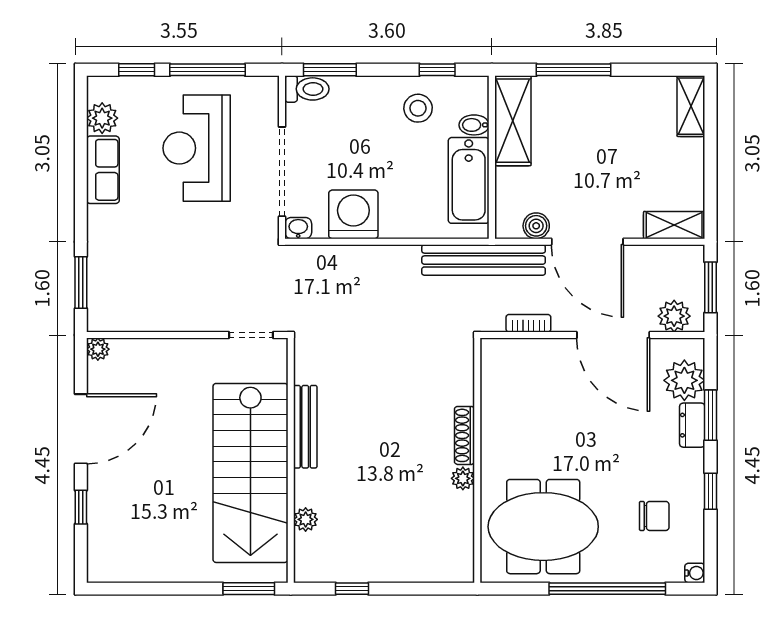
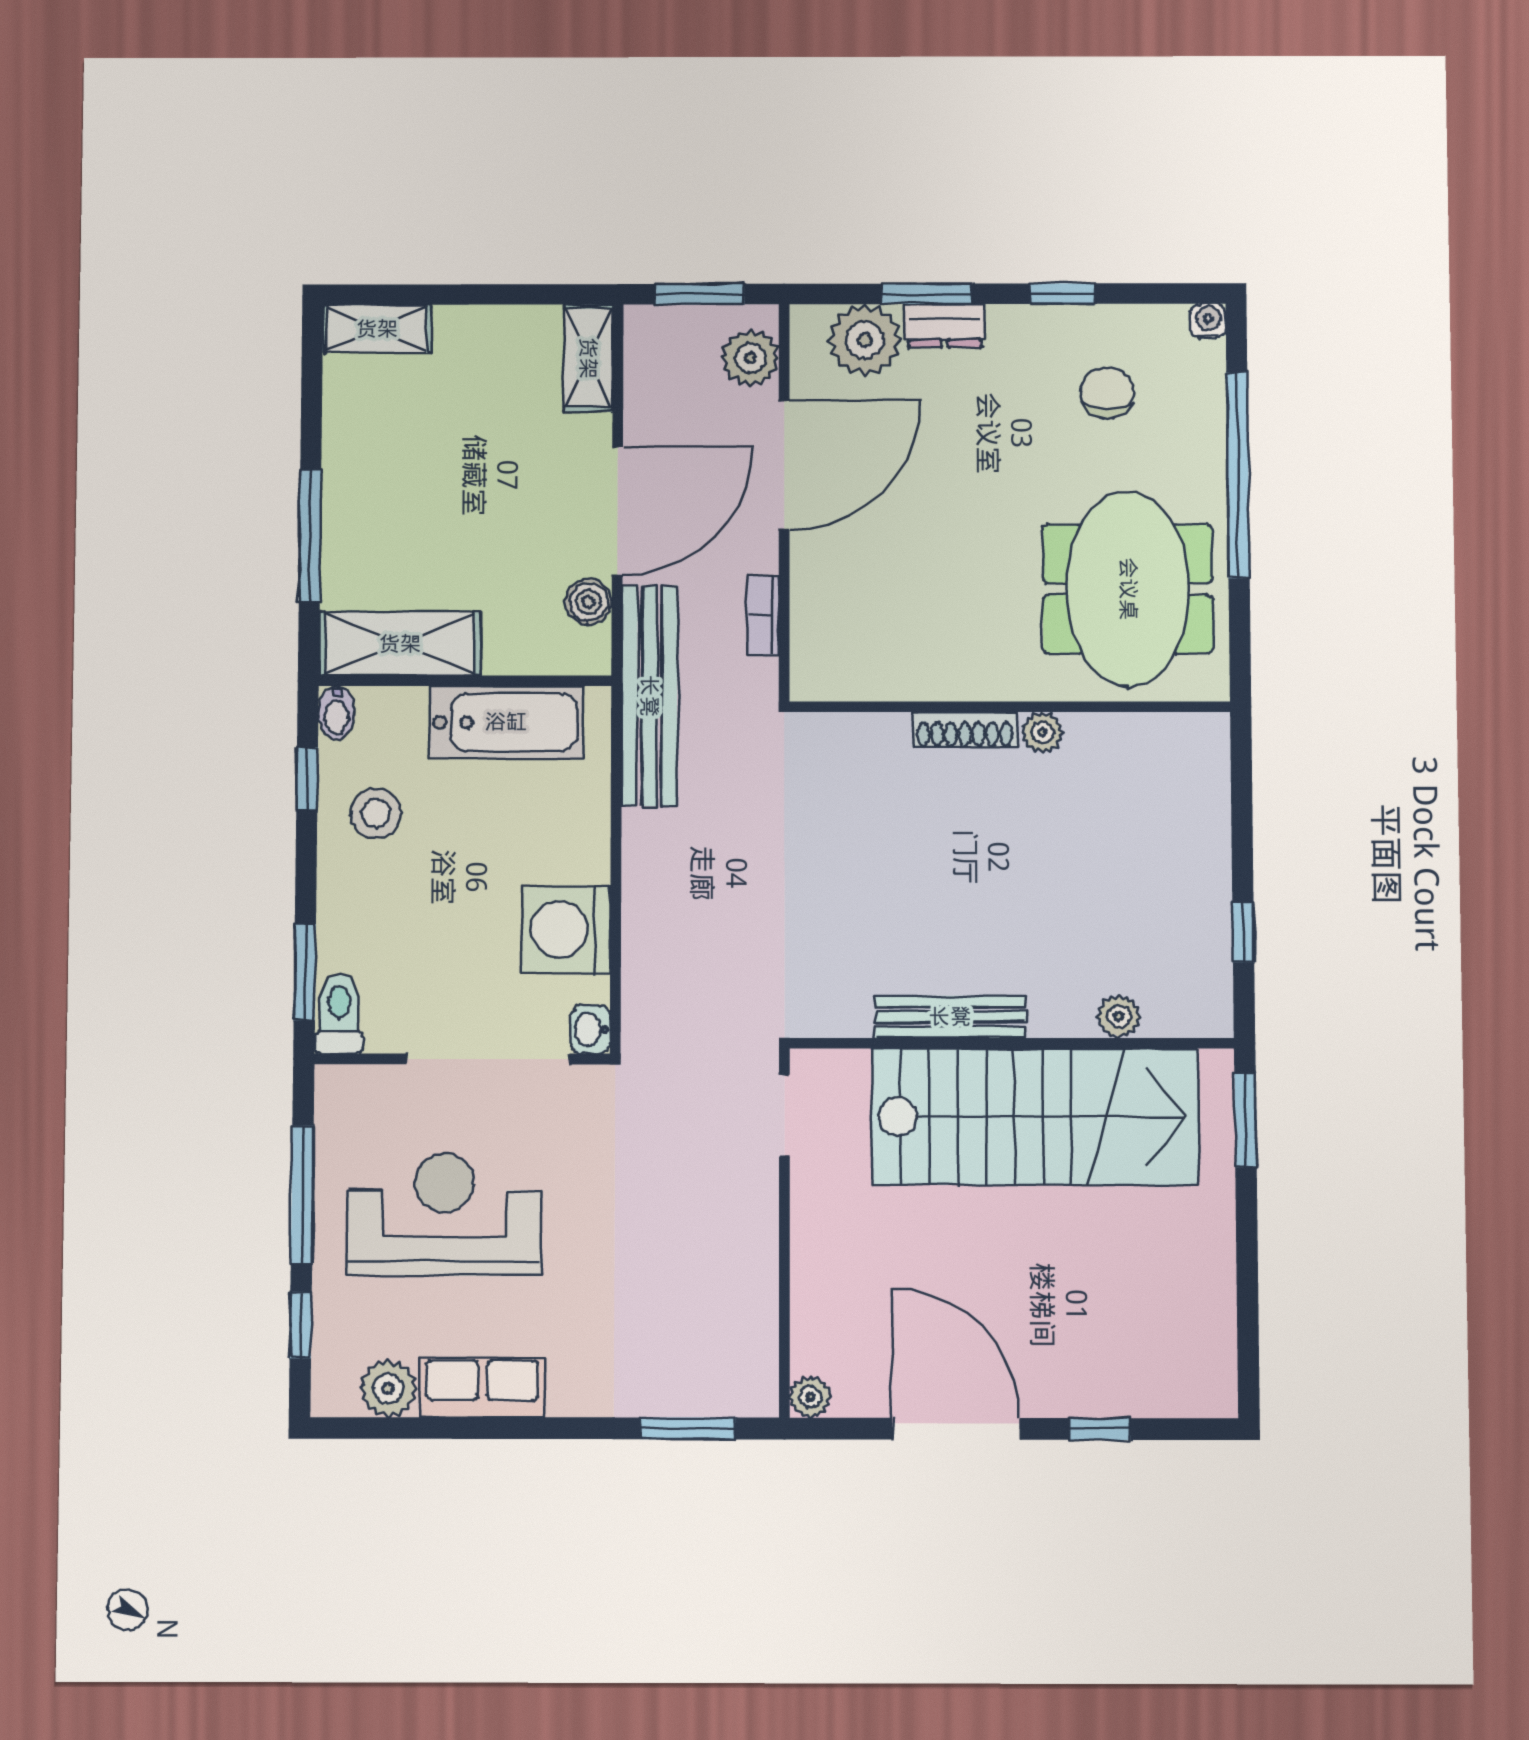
bidet: (474, 125) -> (337, 713), moved
reception desk: (197, 148) -> (444, 1215), turned 180

